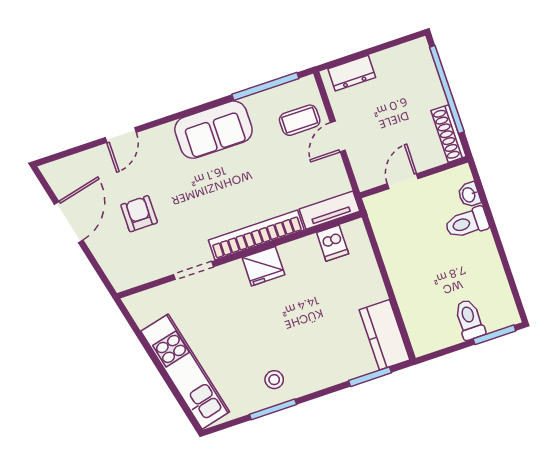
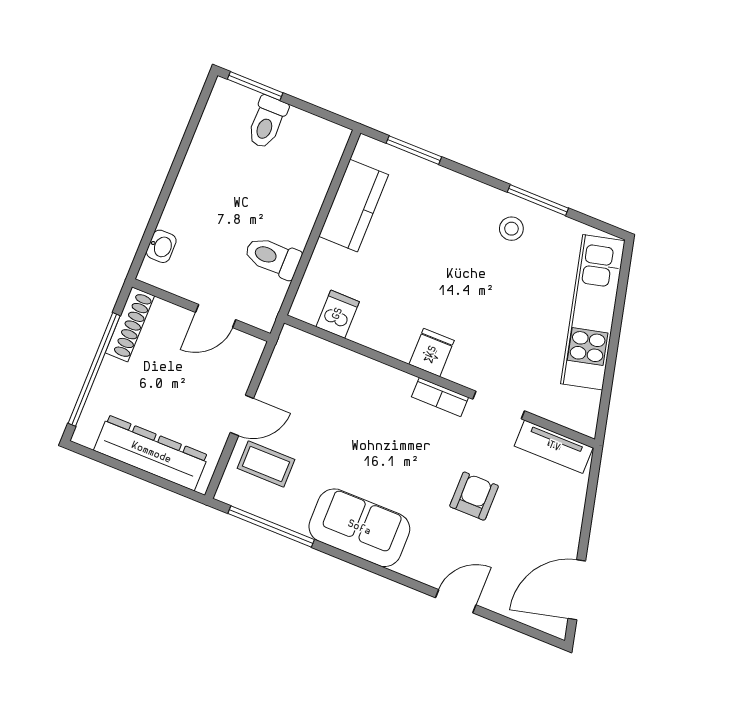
dresser: (352, 73) -> (151, 453), width x1.96, depth x1.24
tv unit: (329, 210) -> (554, 447), moved
armchair: (139, 214) -> (474, 496), moved, turned 180
door: (69, 222) -> (577, 590), moved
toilet: (467, 223) -> (273, 257), moved, turned 180
bookcase: (256, 235) -> (440, 397), width x0.43, depth x0.76
fridge: (263, 266) -> (432, 352), width x0.72
kitchen counter: (384, 335) -> (354, 206), moved

